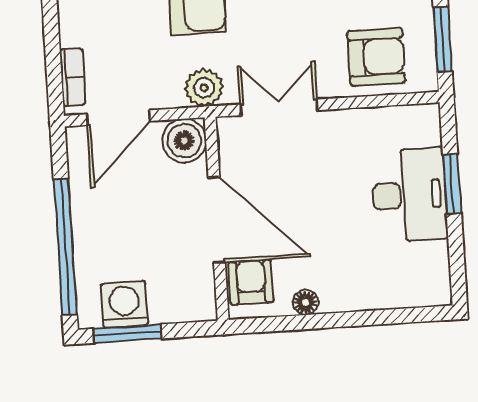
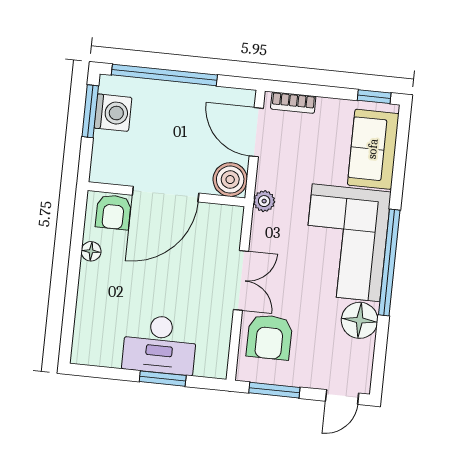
plant: (204, 88) -> (264, 201), width x0.73, depth x0.73
double door: (279, 107) -> (241, 280), moved
armchair: (251, 282) -> (113, 212), turned 90

